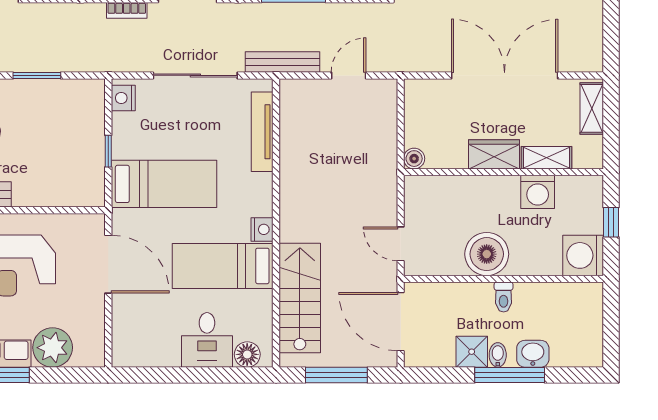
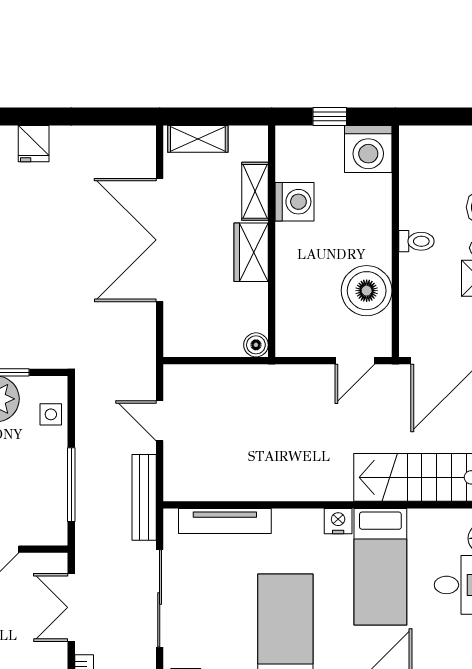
boiler: (487, 254) -> (367, 291), moved

